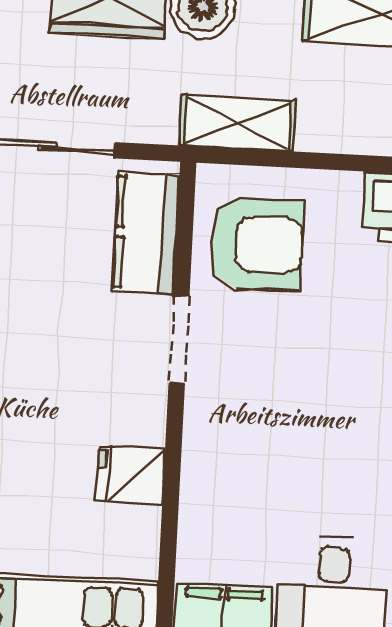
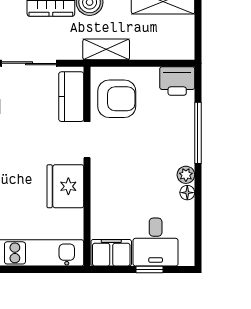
fridge: (131, 475) -> (65, 186), width x1.88, depth x1.34

